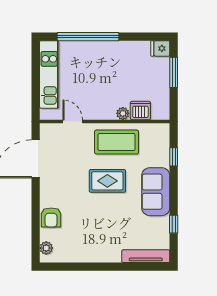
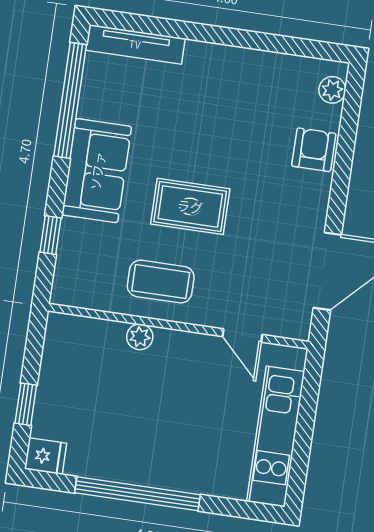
window: (88, 37) -> (138, 494), moved
window: (174, 72) -> (26, 404), width x0.67
dishwasher: (140, 111) -> (104, 338), removed
coffee table: (117, 142) -> (161, 282), width x0.73, depth x0.76
window: (174, 224) -> (70, 100), width x3.17

